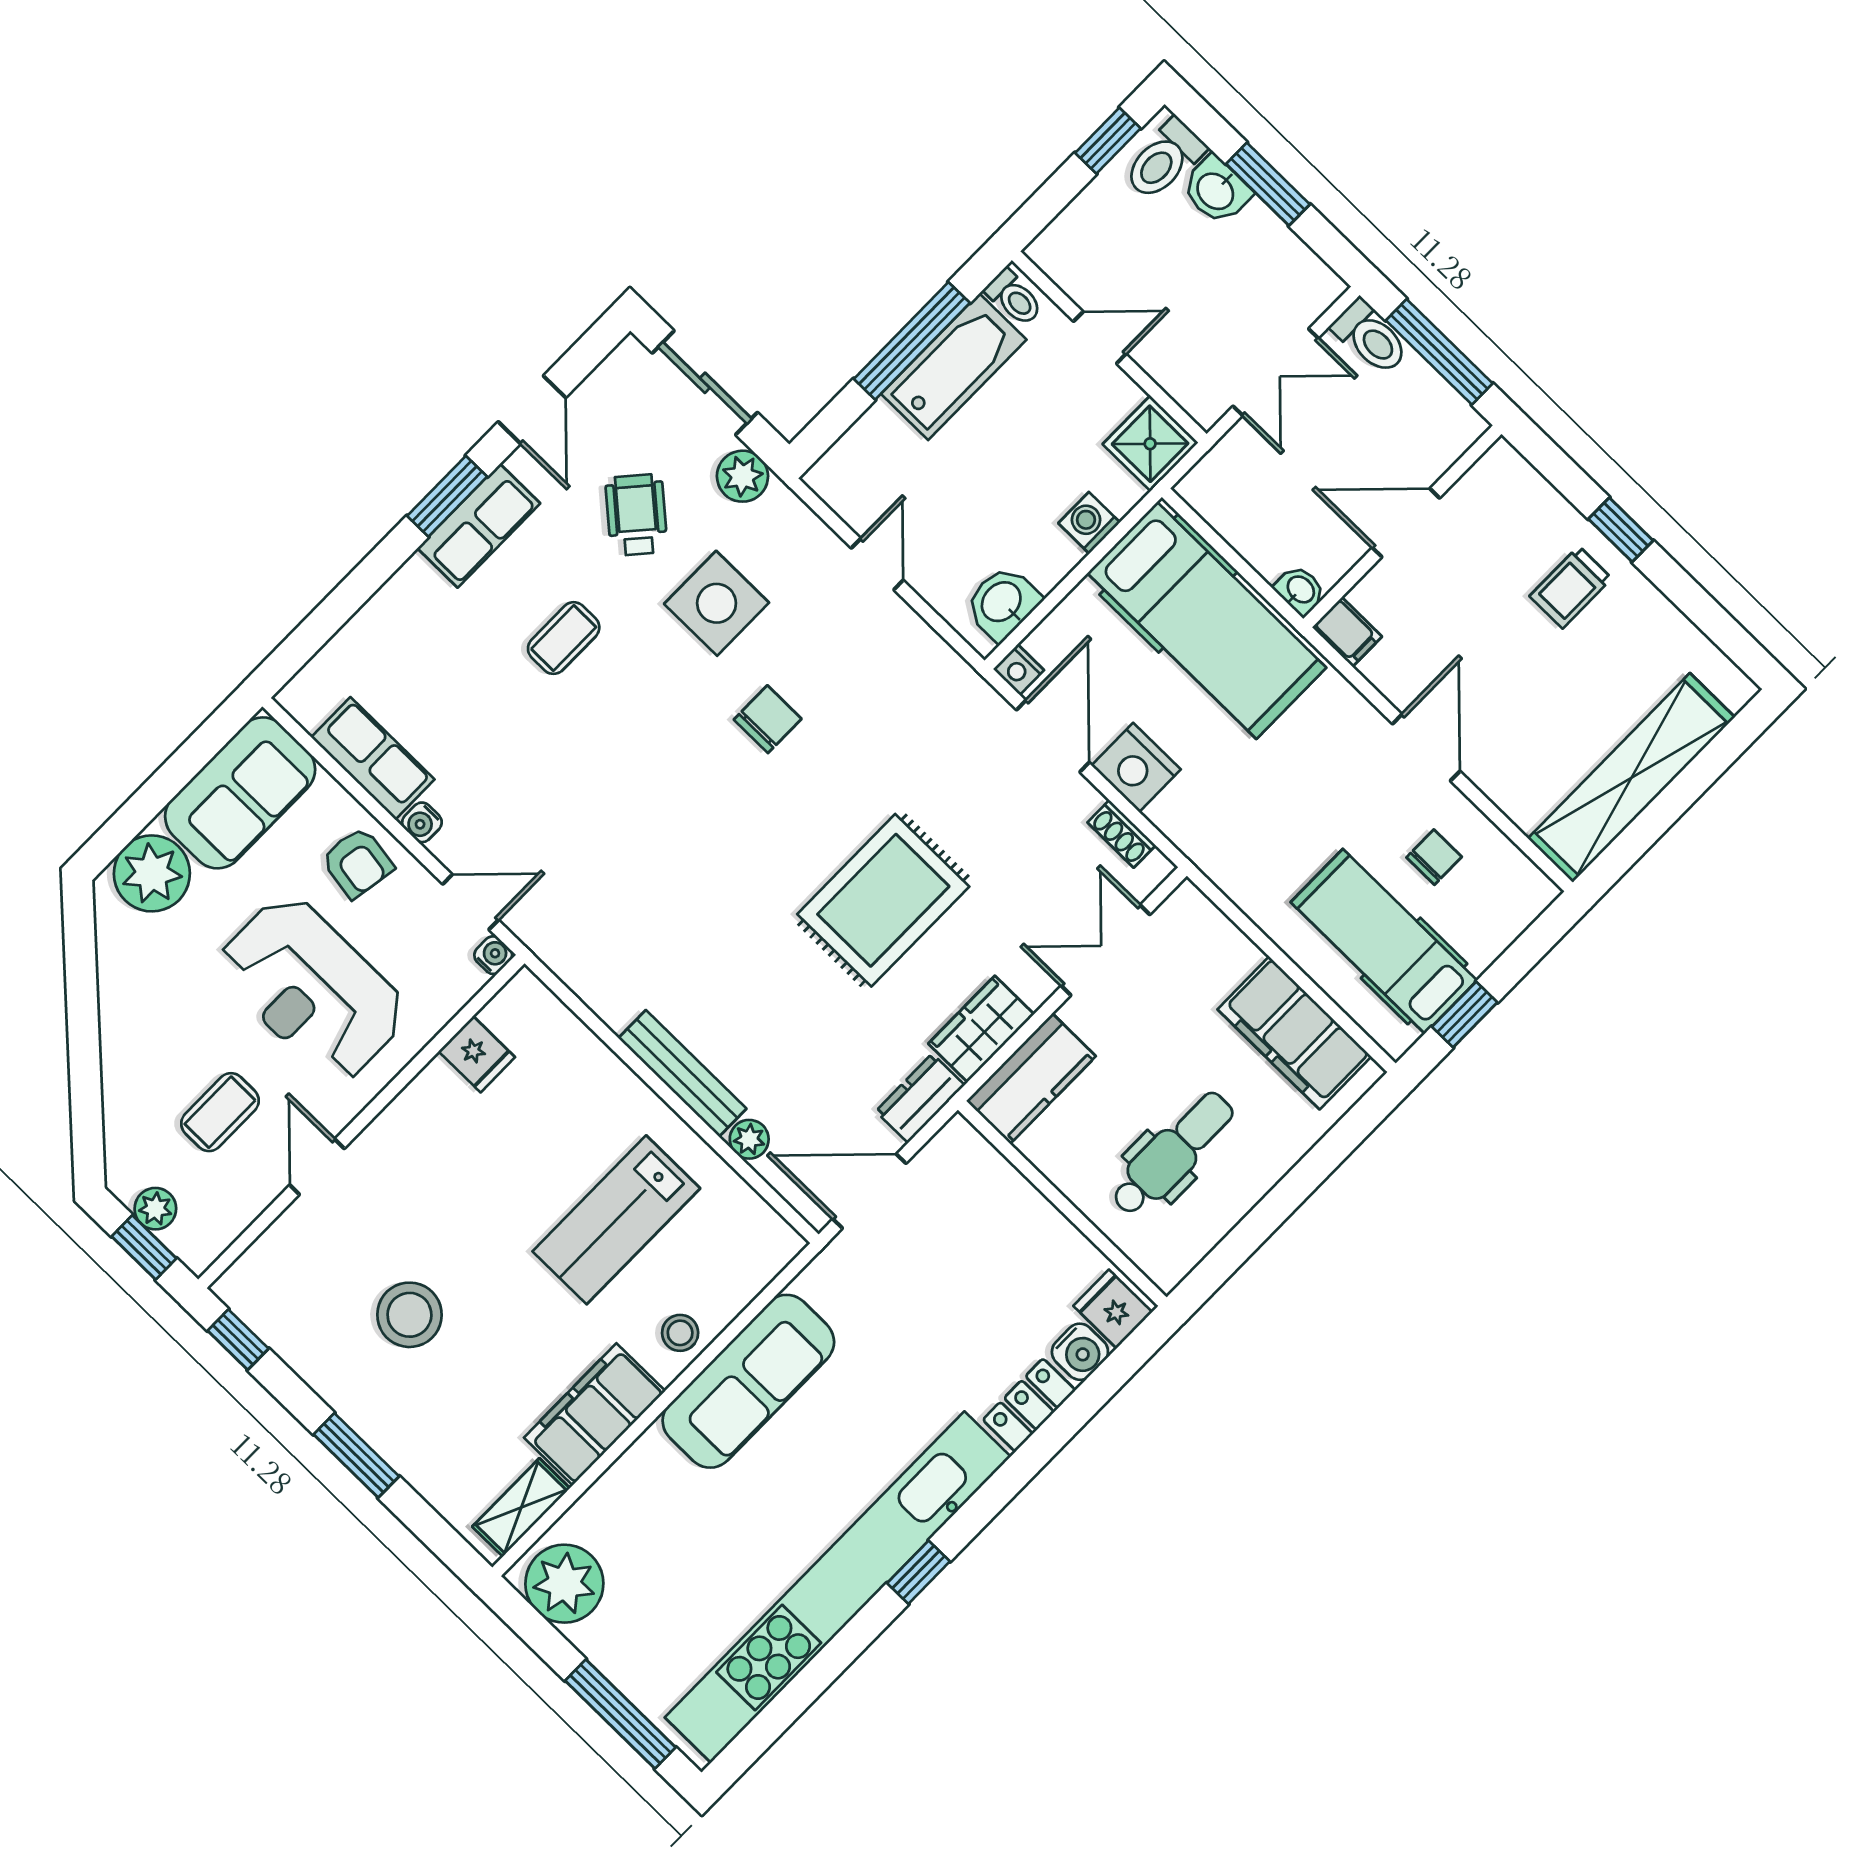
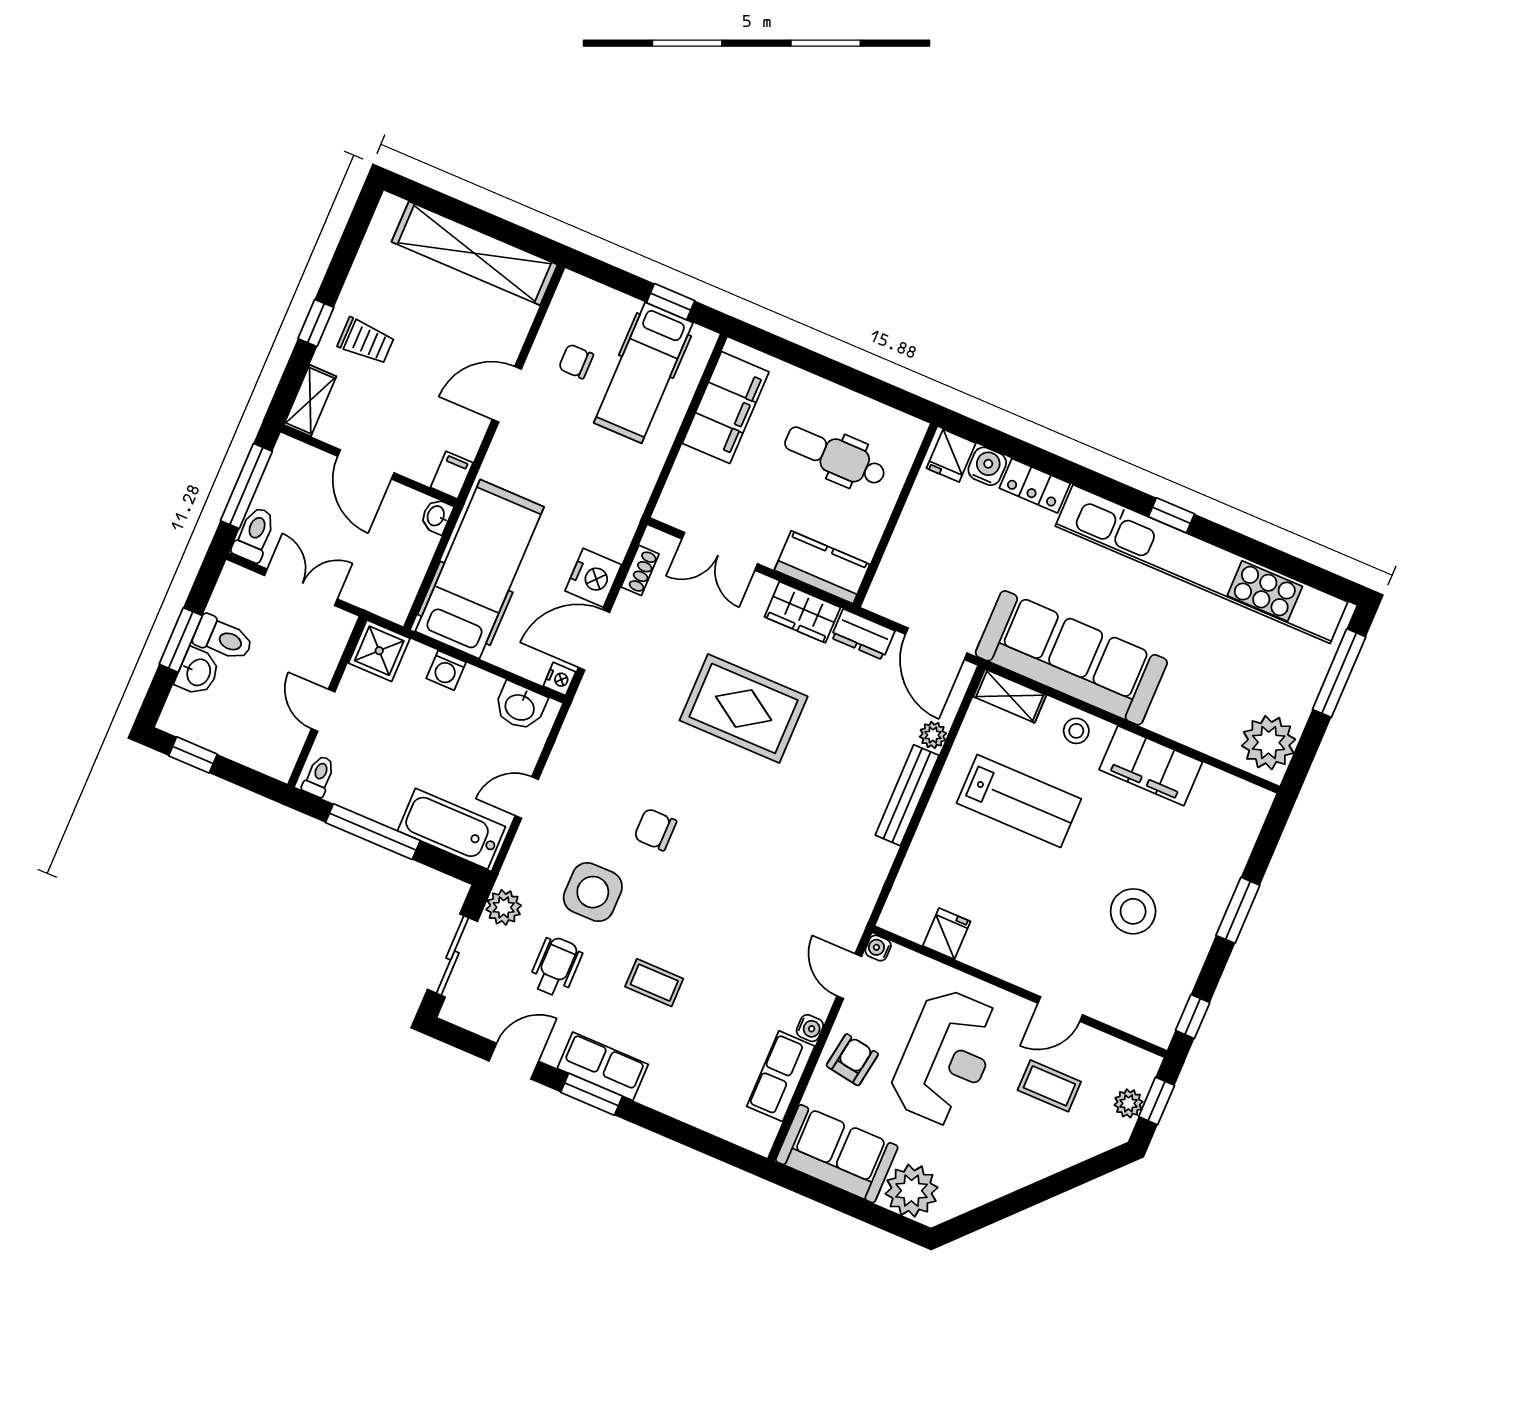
toilet: (1164, 160) -> (223, 638), moved
bathtub: (954, 367) -> (452, 829), moved
shelving: (1520, 482) -> (310, 401), added
wheelchair: (636, 515) -> (556, 967), turned 139
sofa: (748, 1381) -> (1071, 658), width x1.36, depth x1.27
shelving: (521, 1507) -> (1010, 696), moved

